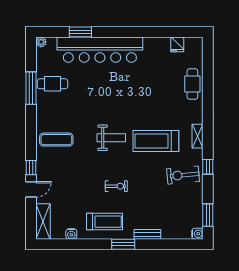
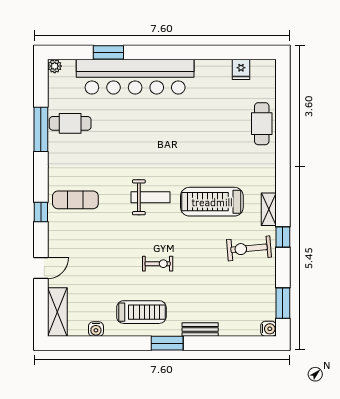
shelving: (198, 136) -> (269, 209), moved
window: (31, 168) -> (41, 212), moved

